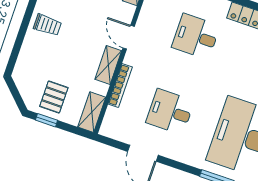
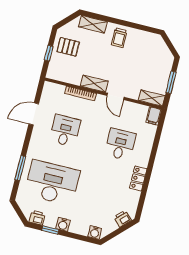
door: (129, 37) -> (116, 96), swing flipped
shelving: (92, 112) -> (93, 24), moved
window: (46, 120) -> (49, 53), moved

